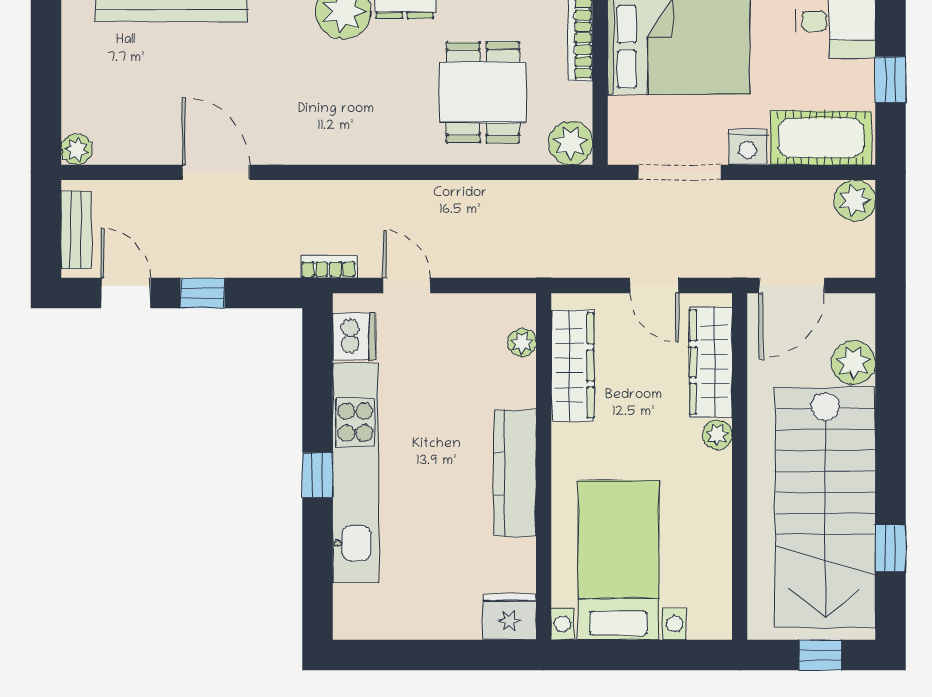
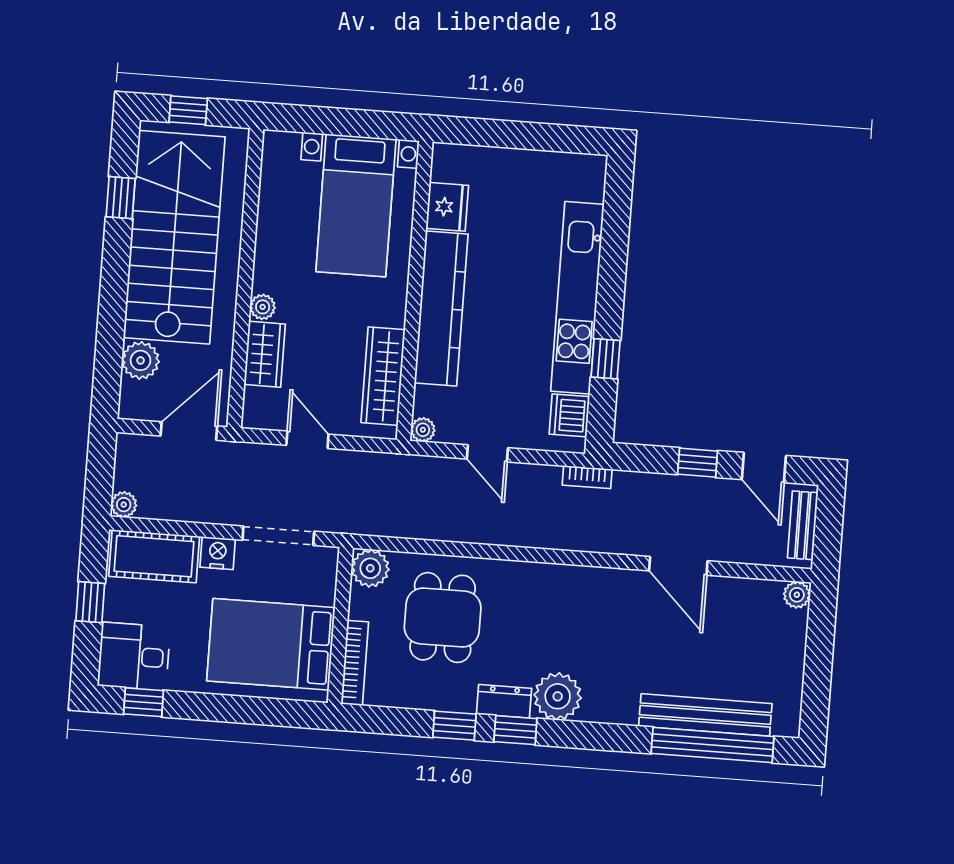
plant: (855, 201) -> (124, 505), width x0.73, depth x0.73
door: (407, 286) -> (487, 453), moved
plant: (522, 343) -> (423, 430), moved
wardrobe: (711, 362) -> (265, 354), width x0.67
kitchen counter: (515, 473) -> (441, 308), width x1.39, depth x1.17
window: (317, 475) -> (606, 359), moved
fridge: (510, 617) -> (447, 207), moved, turned -90

